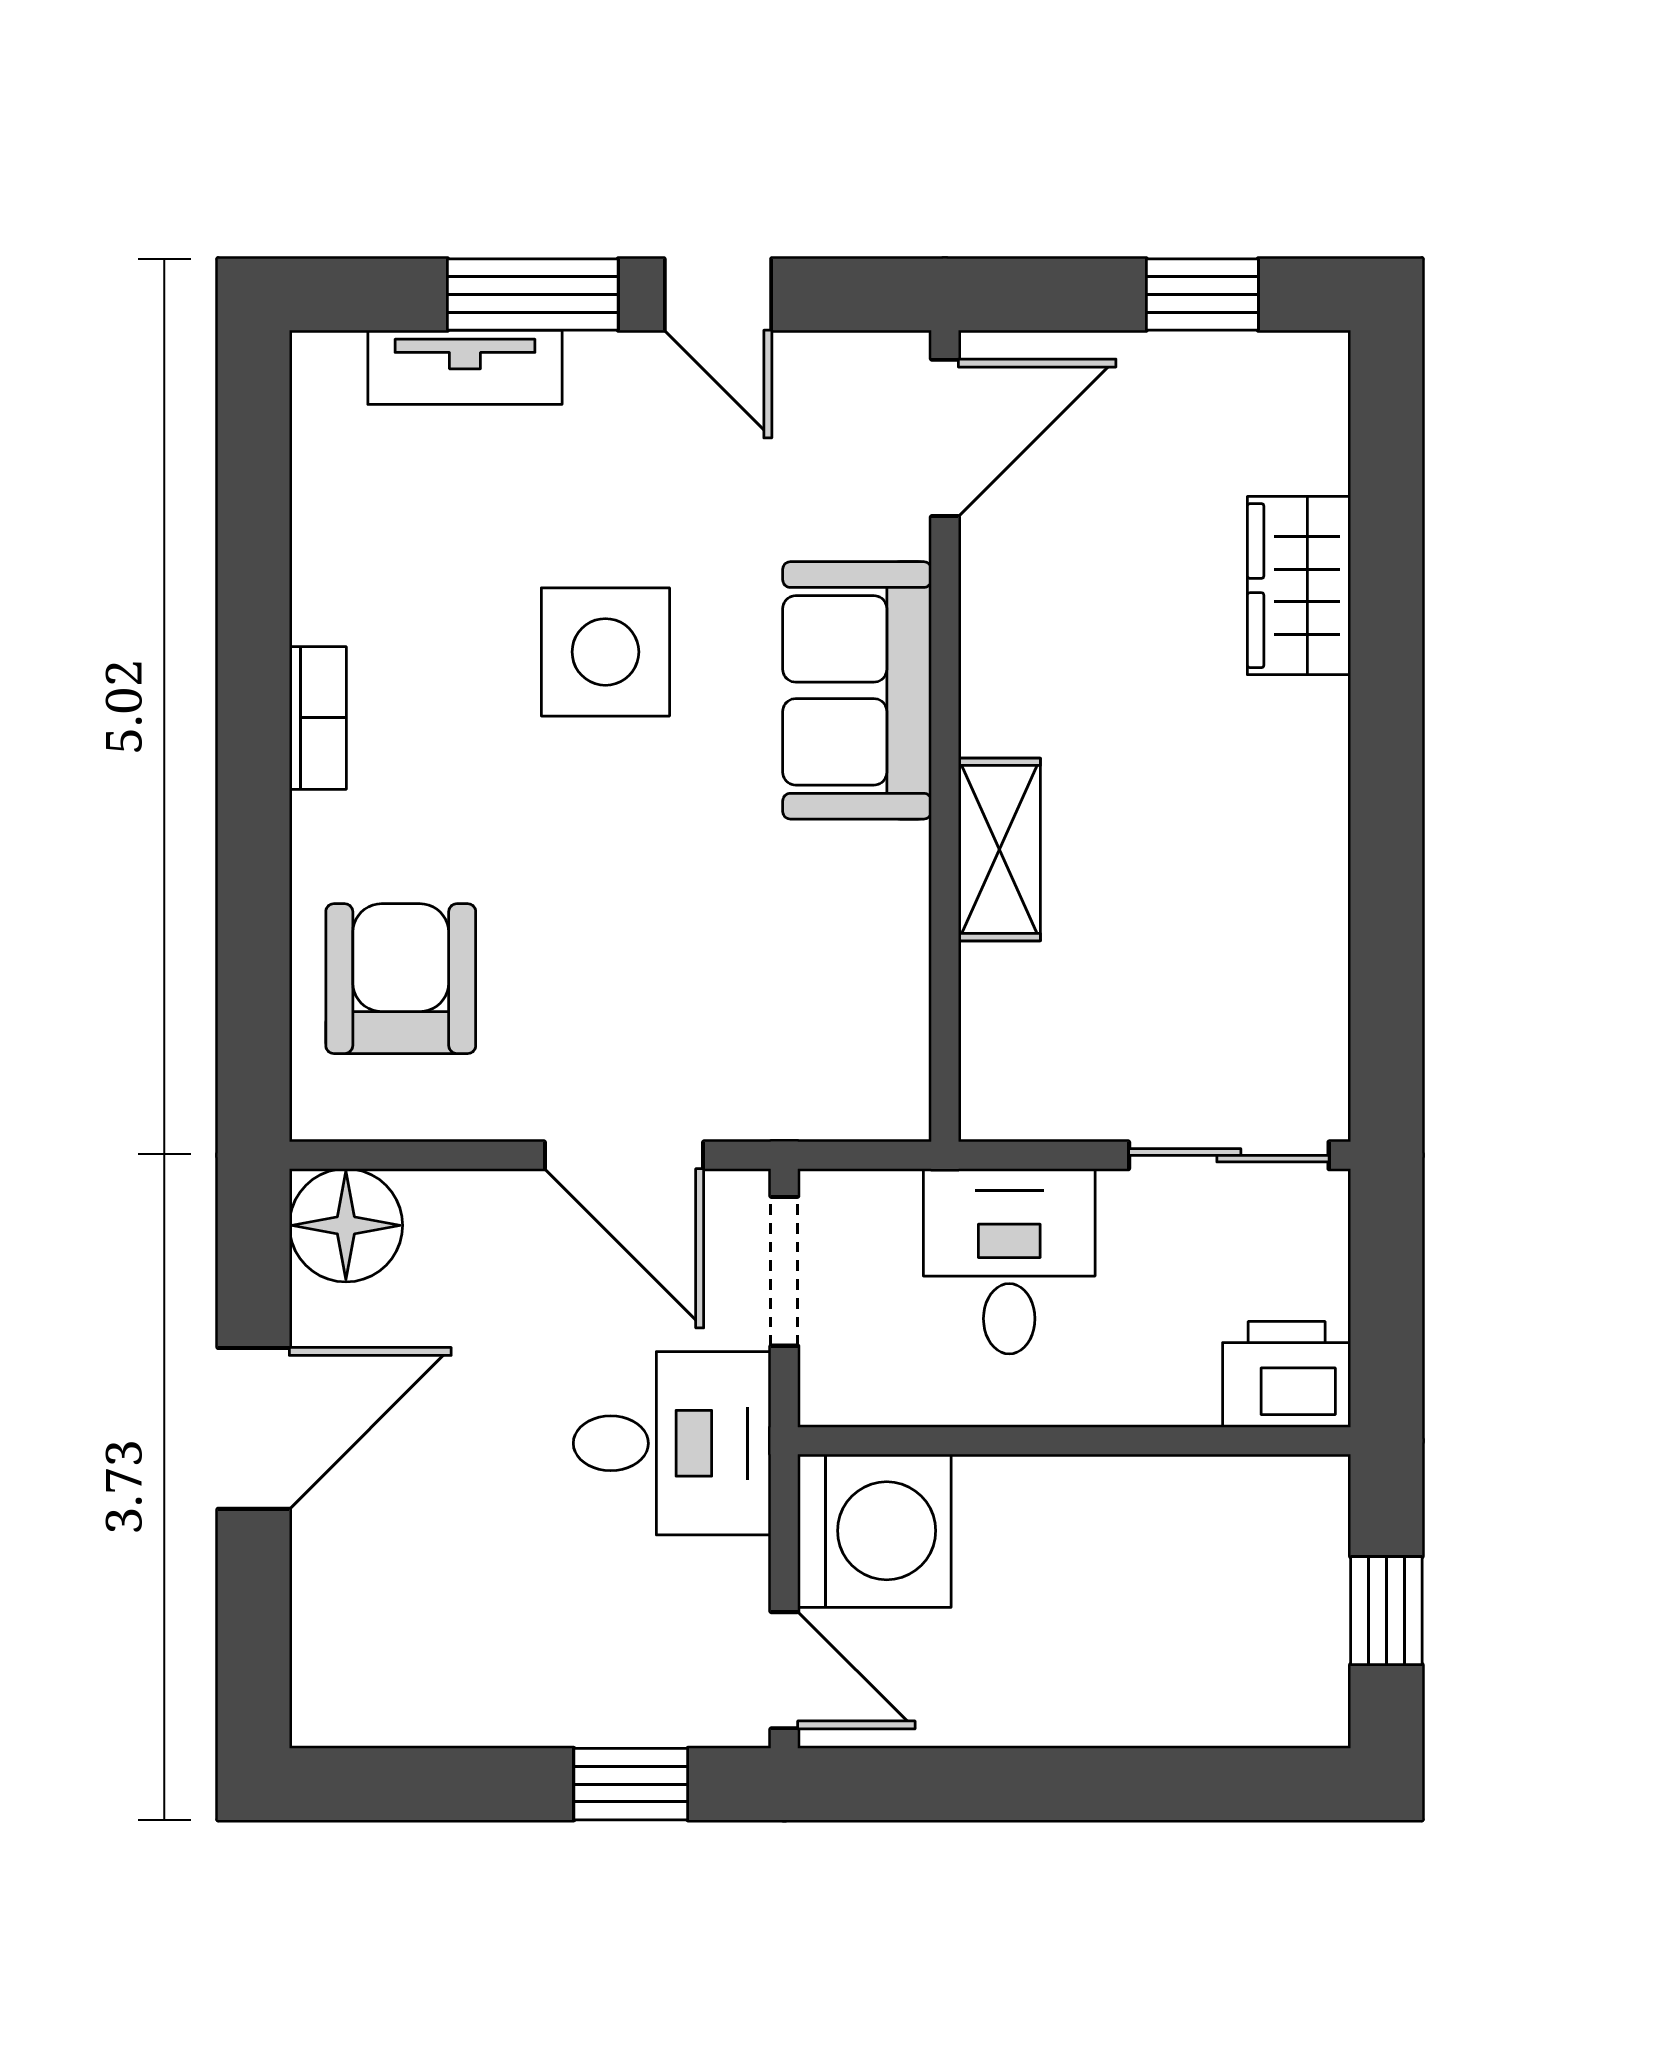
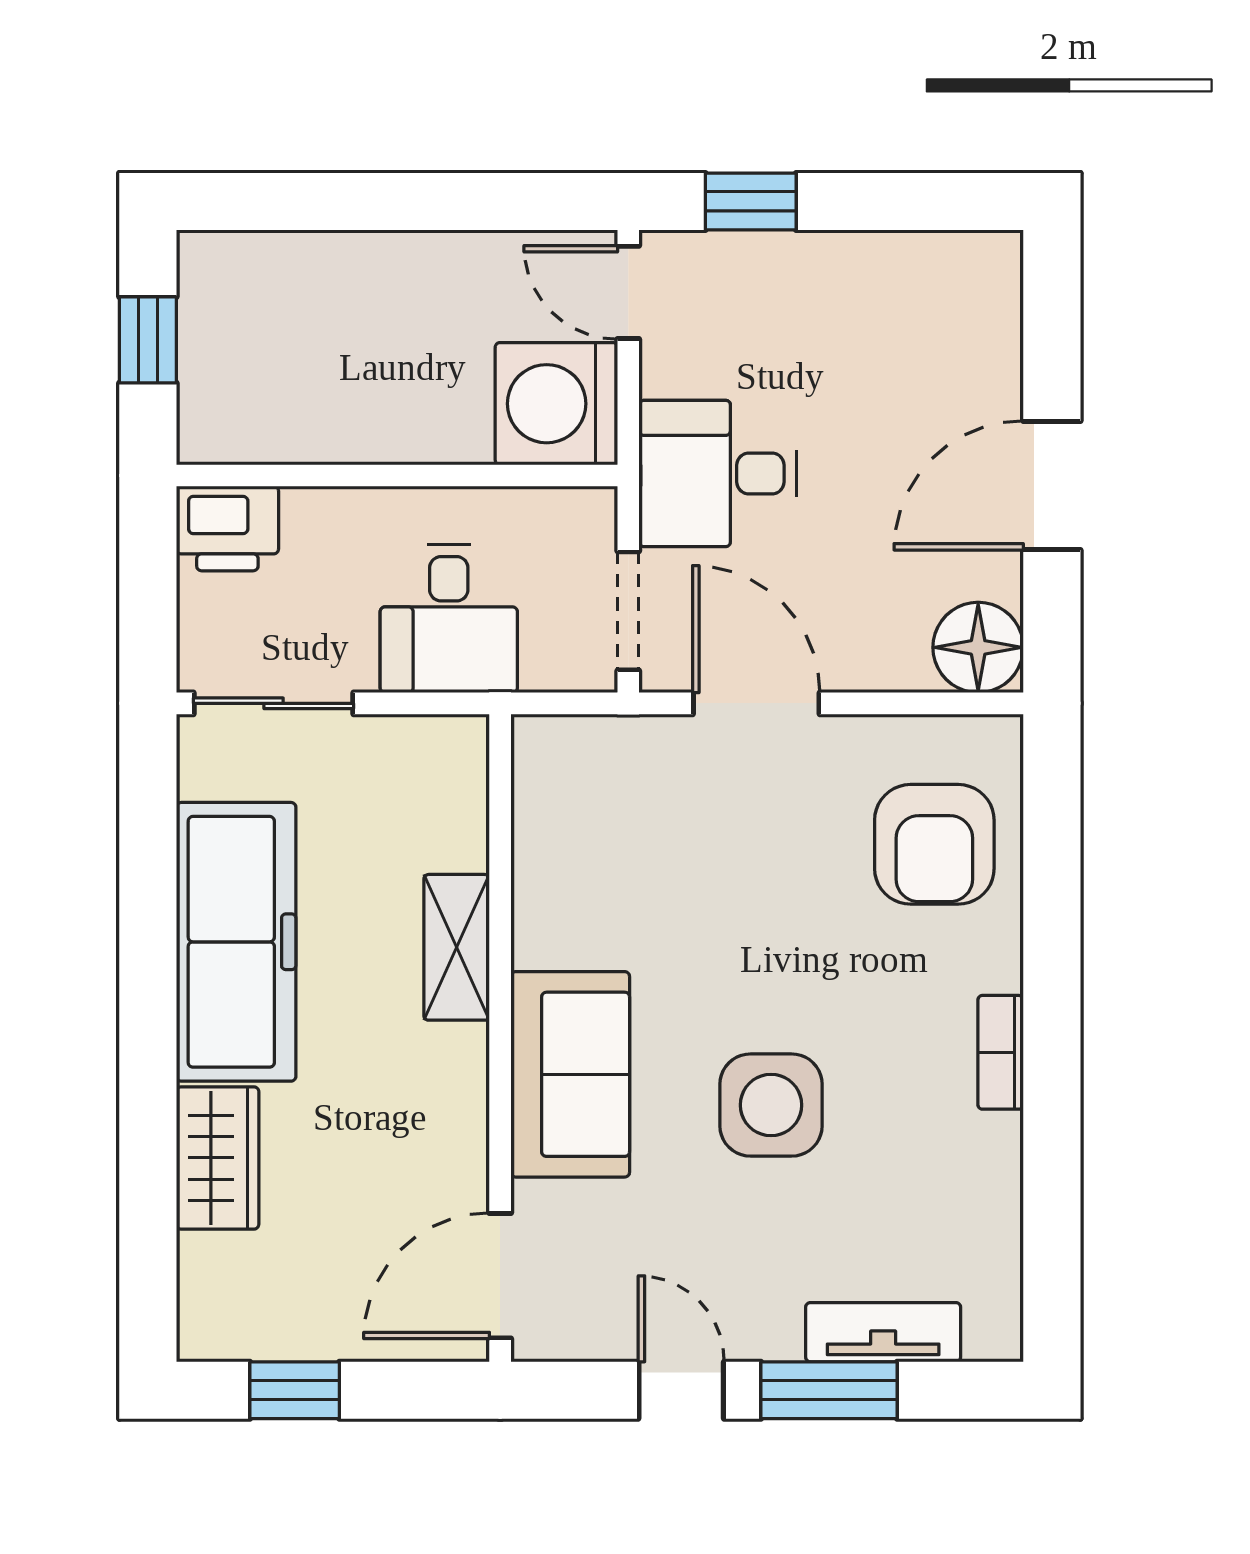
freezer: (1276, 856) -> (236, 942), added

